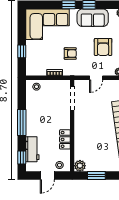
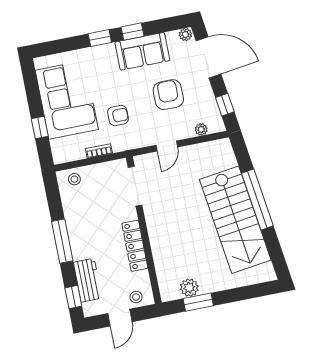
corner sofa: (48, 24) -> (67, 100), moved, turned -90
armchair: (103, 47) -> (168, 95), turned 180
locker: (65, 139) -> (135, 246), width x1.53
plant: (80, 166) -> (189, 288), moved

